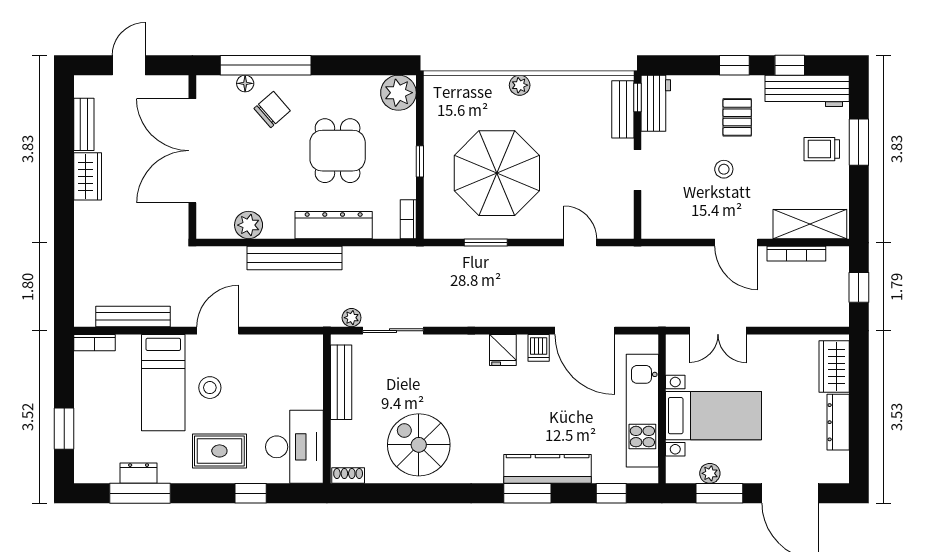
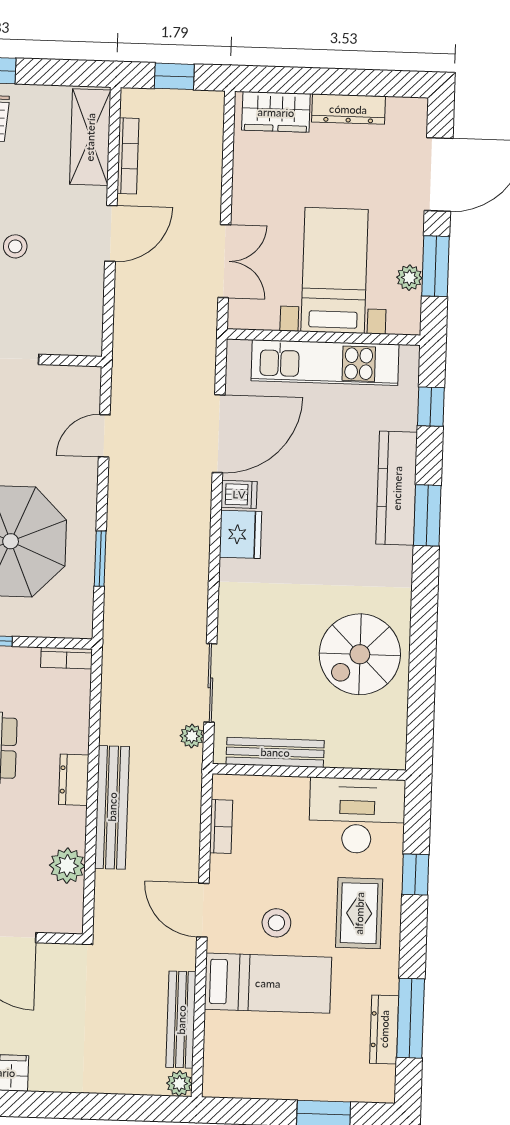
dresser: (334, 225) -> (74, 780), width x0.51, depth x0.80
plant: (84, 317) -> (179, 1083), added
bookcase: (94, 343) -> (221, 827), moved
fridge: (503, 350) -> (241, 534), width x1.38
dresser: (139, 473) -> (384, 1029), width x1.44
shoe rack: (348, 476) -> (397, 747), removed

